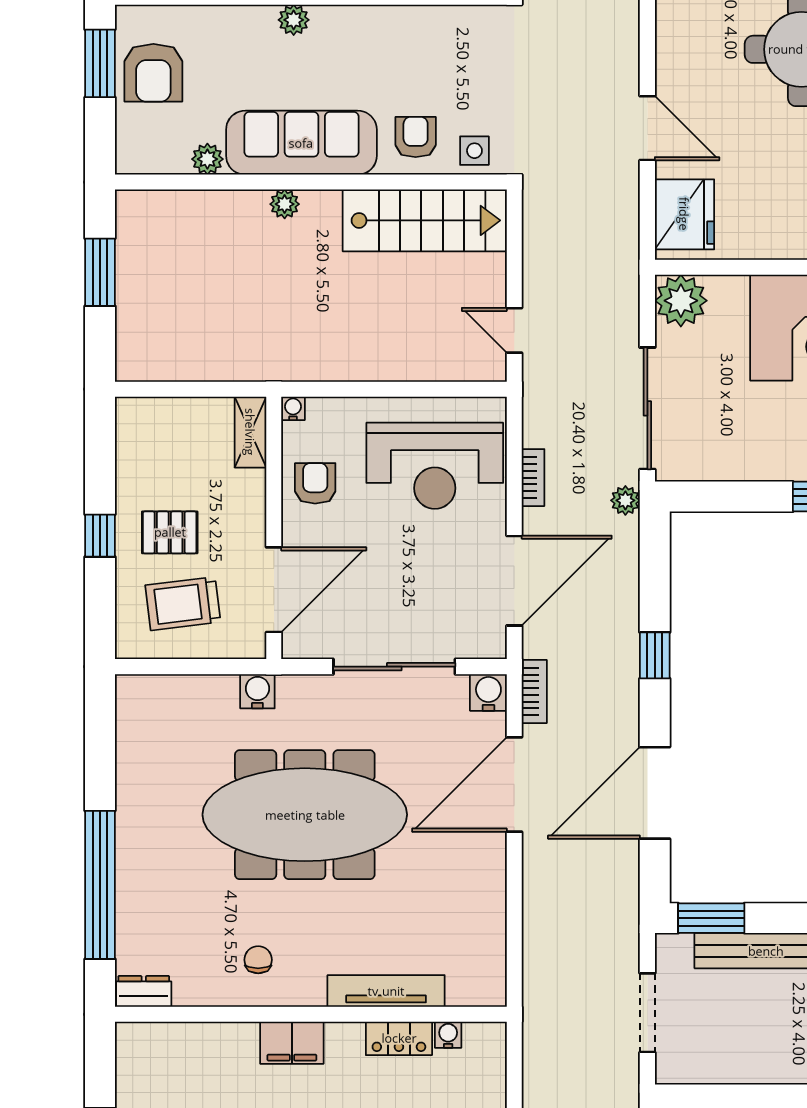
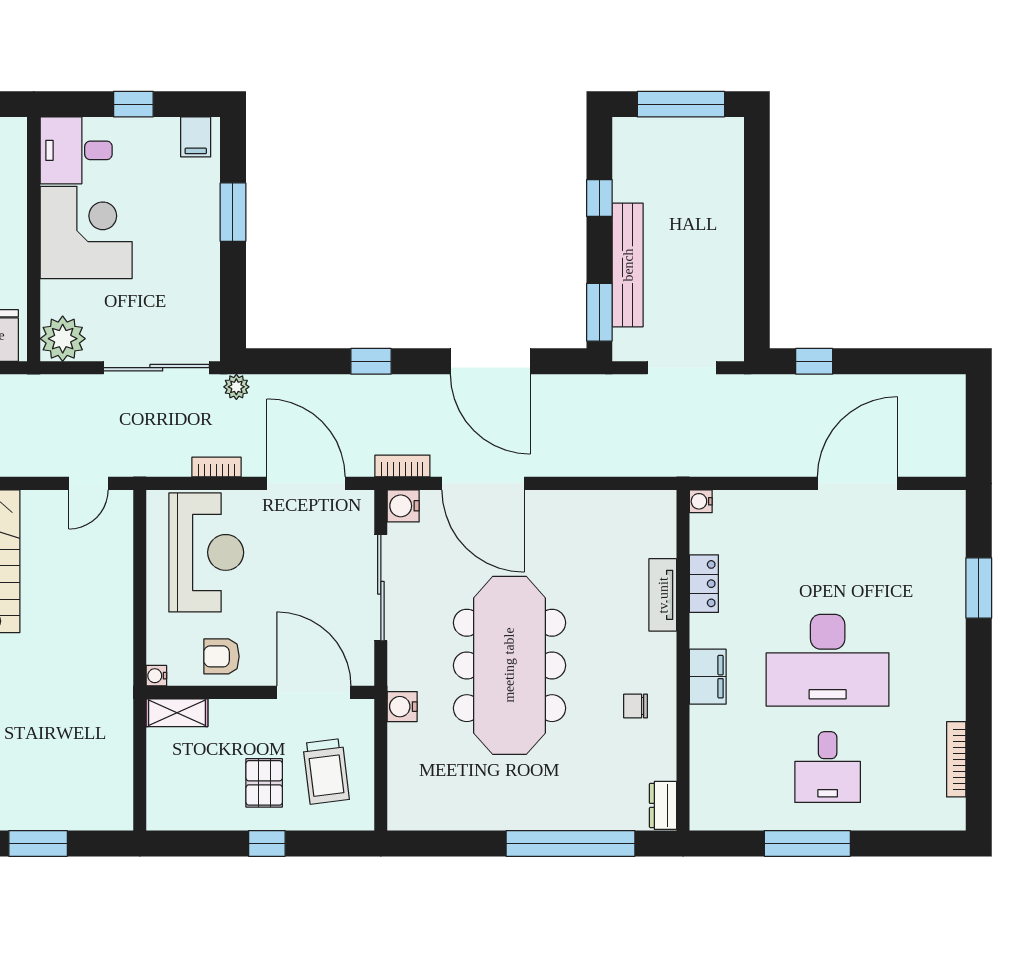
tv unit: (386, 991) -> (663, 595), width x0.71
water cooler: (448, 1035) -> (701, 501), moved

